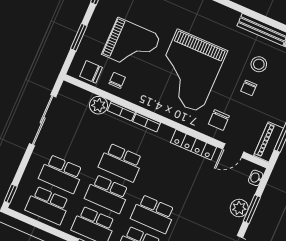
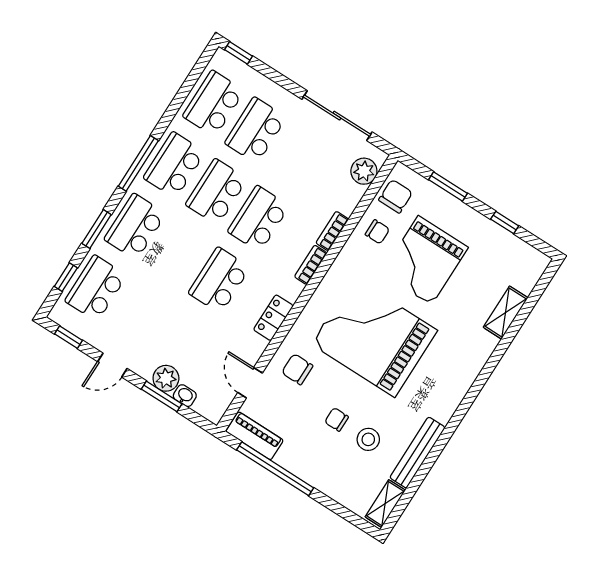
plant: (99, 105) -> (364, 171), moved
locker: (194, 145) -> (273, 318), width x0.66
washbasin: (256, 178) -> (185, 396), moved
school desk: (153, 214) -> (219, 280), moved

